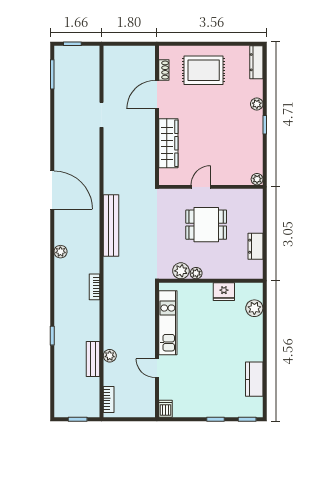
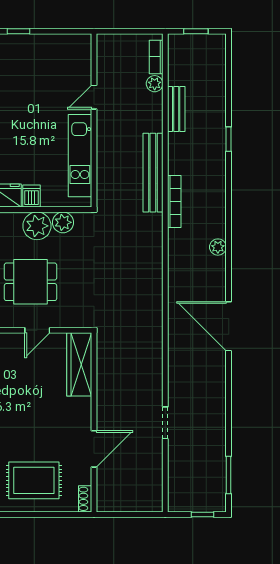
shoe rack: (164, 70) -> (85, 499), moved
wardrobe: (168, 143) -> (79, 364), moved
bench: (111, 226) -> (153, 173), moved
plant: (196, 273) -> (37, 226), width x1.87, depth x1.87
bookcase: (94, 287) -> (174, 202), width x1.56
plant: (110, 356) -> (155, 84), moved
door: (157, 368) -> (94, 97), swing flipped
dishwasher: (166, 409) -> (31, 196), moved, turned 180

